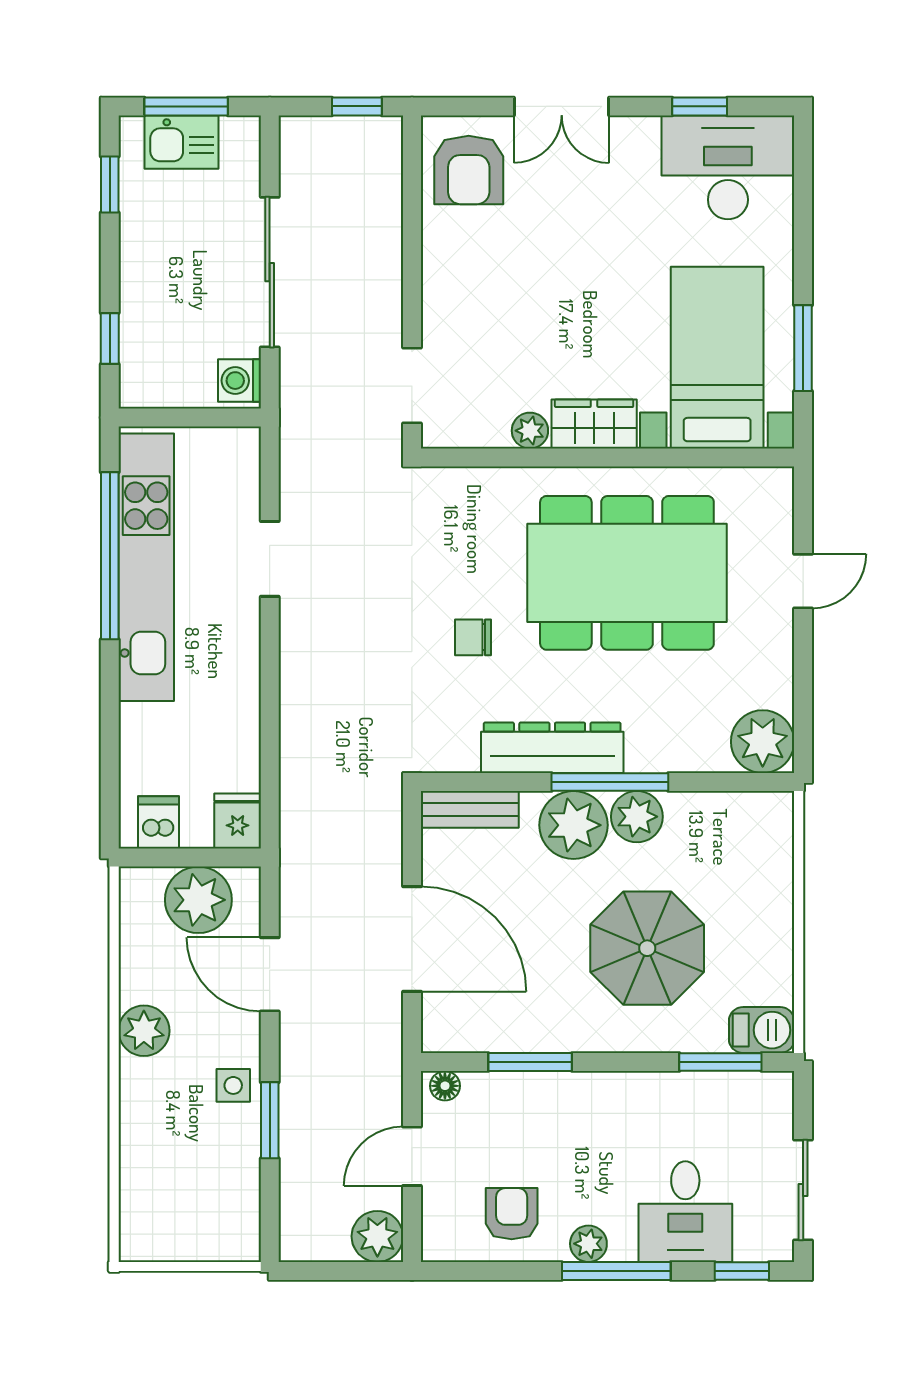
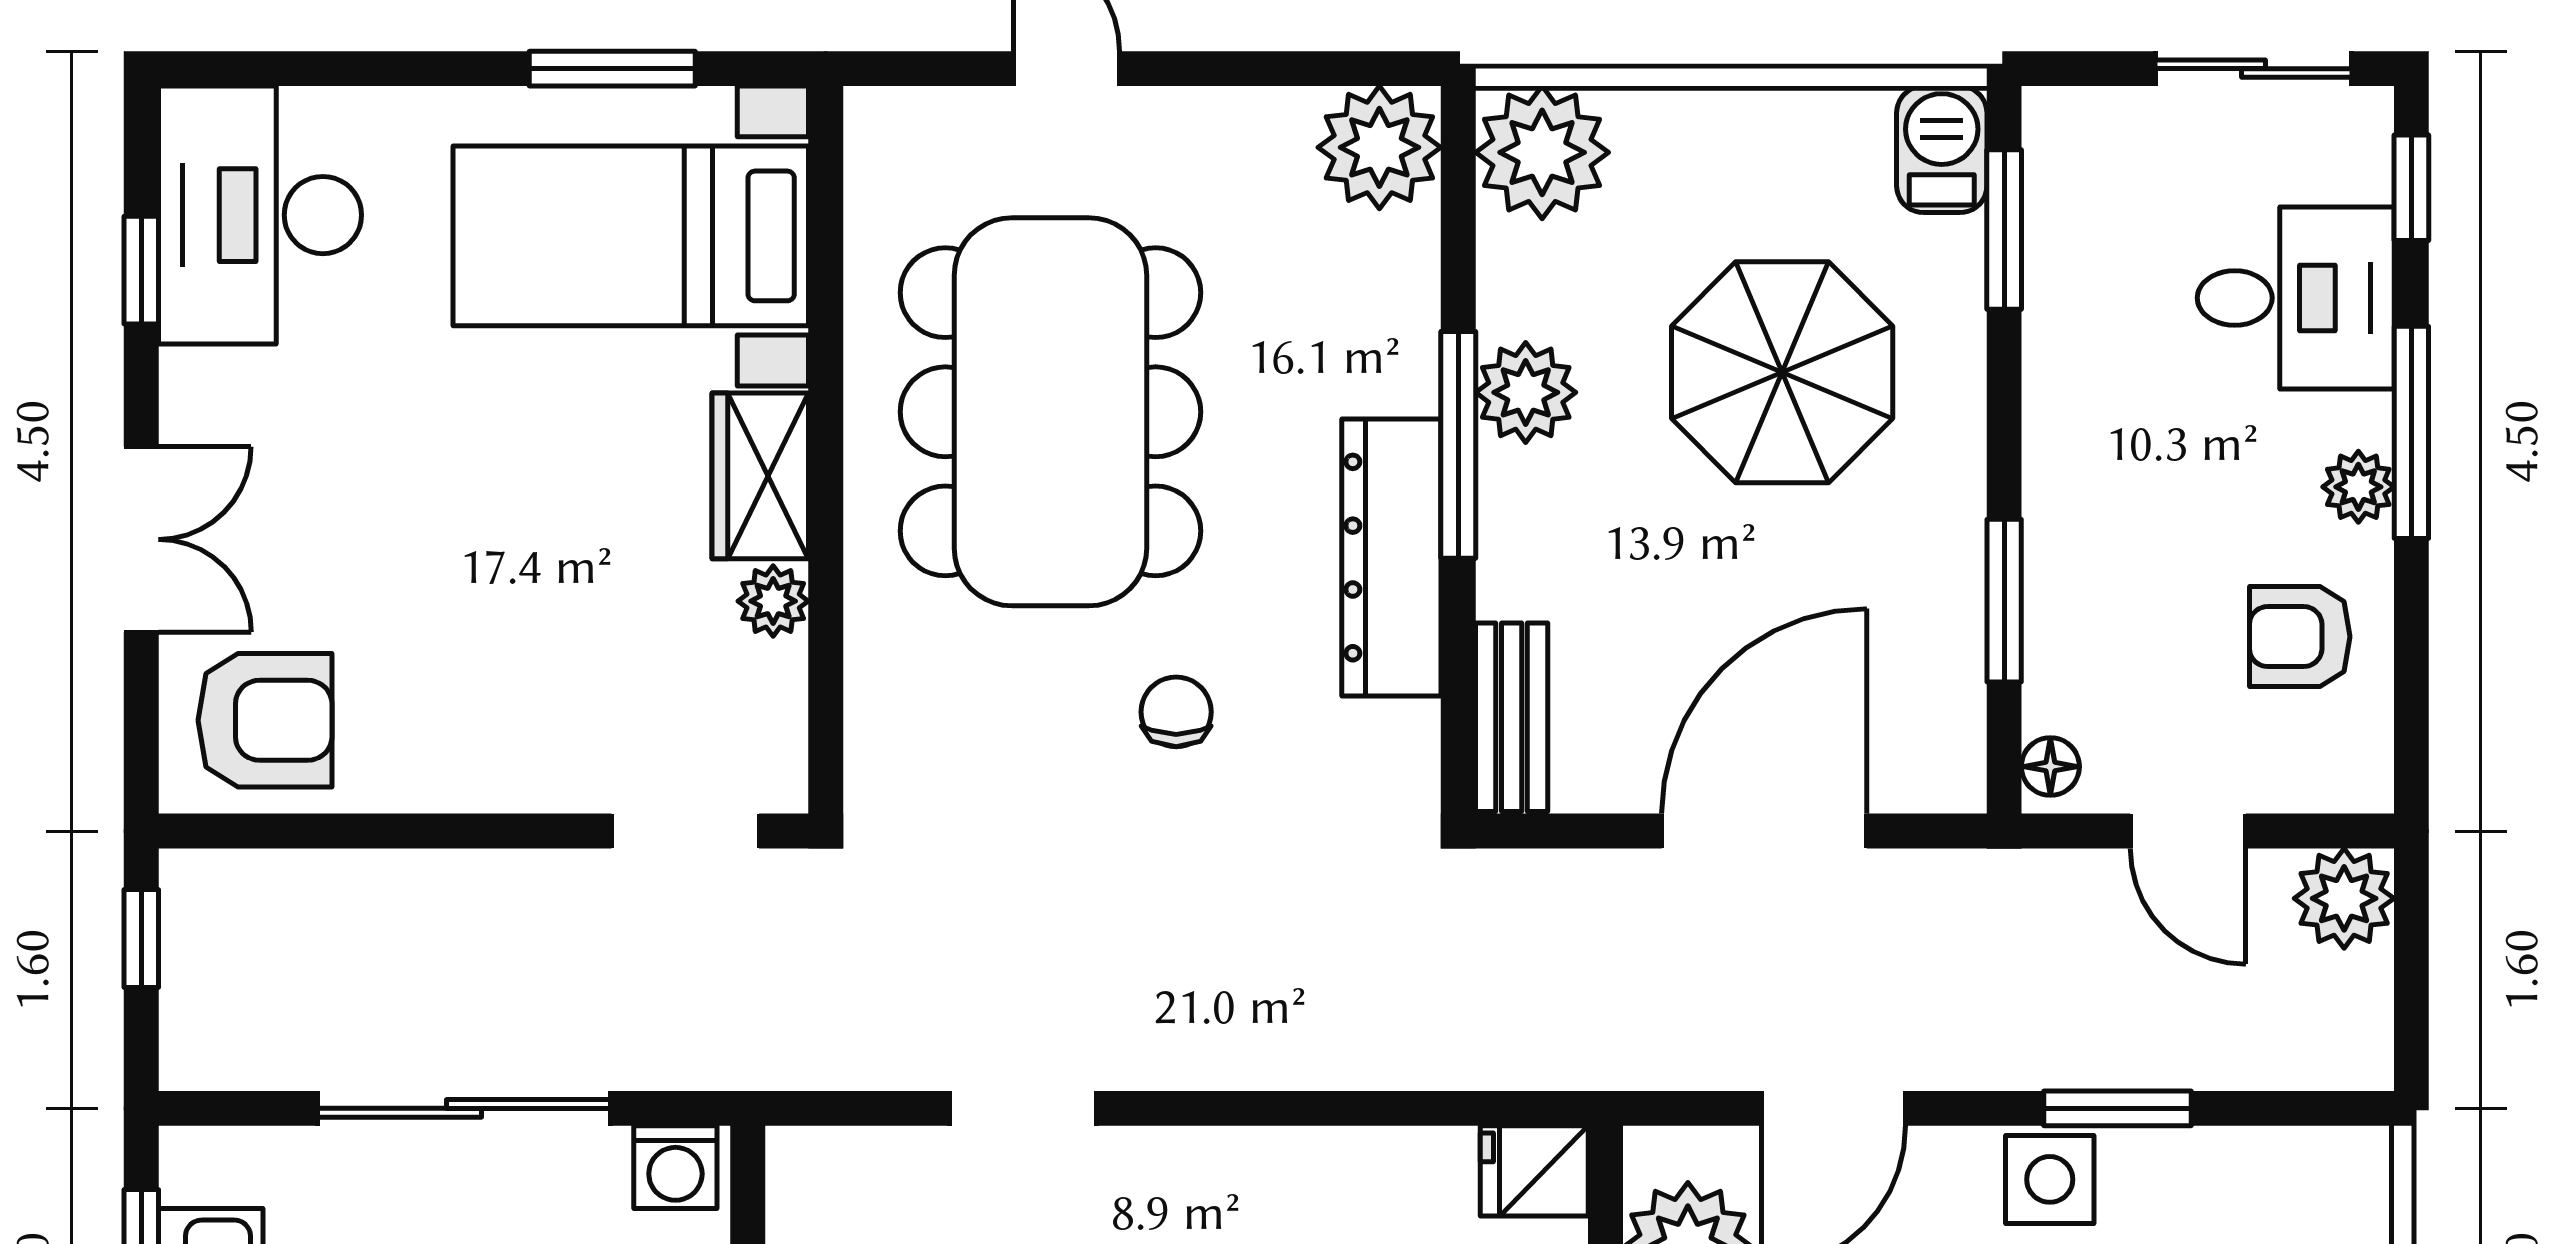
chair: (473, 637) -> (1176, 712), turned 180
plant: (573, 825) -> (1542, 152), moved
side table: (233, 1085) -> (2050, 1179), width x1.37, depth x1.37

